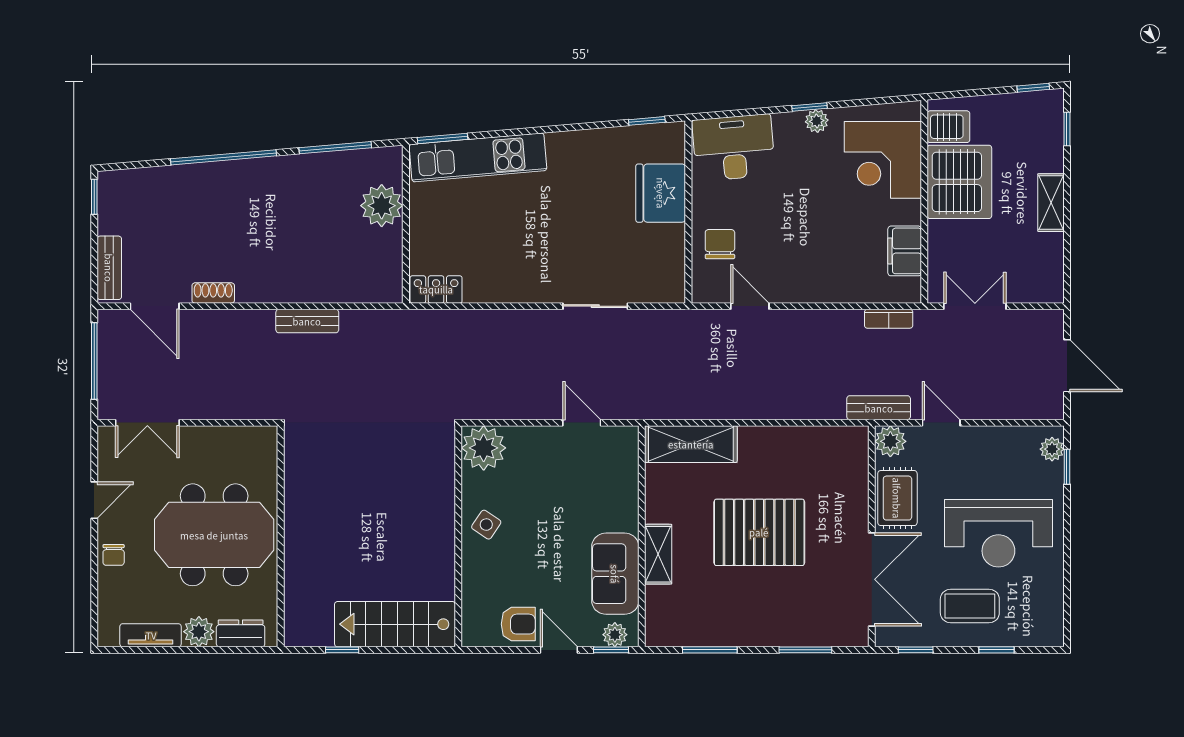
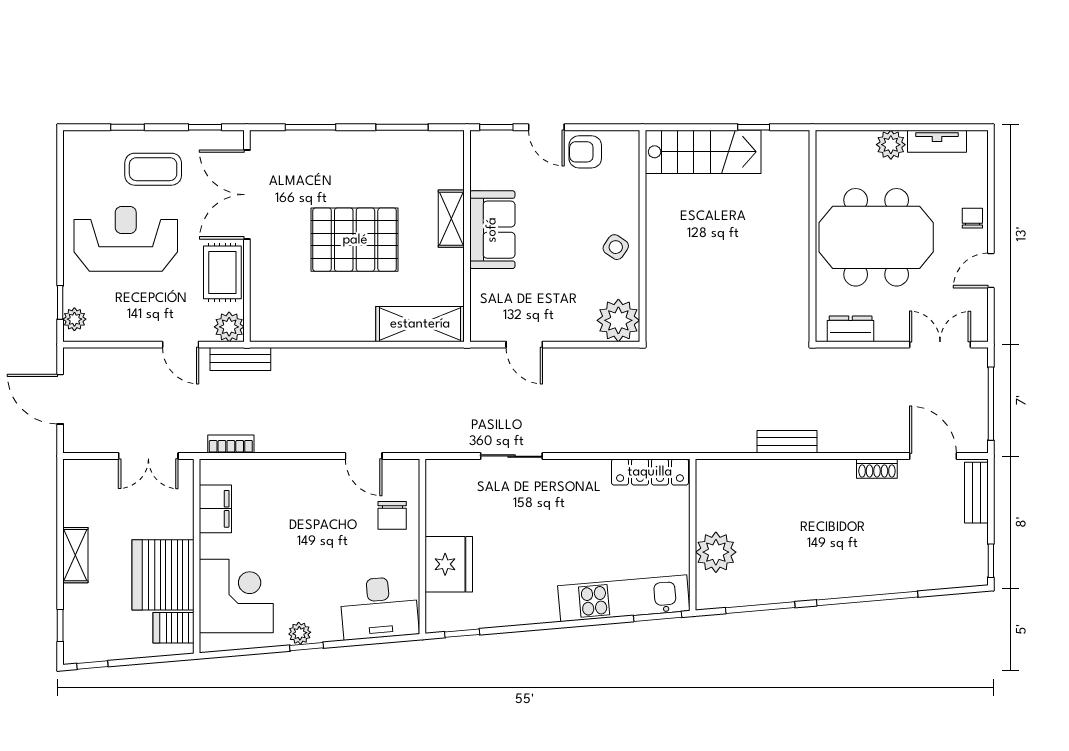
locker: (436, 289) -> (650, 472), width x1.53
sofa: (615, 574) -> (492, 230), moved
dresser: (241, 633) -> (851, 329), moved, turned 180
plant: (615, 635) -> (493, 142), removed

